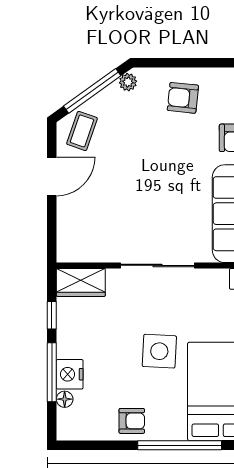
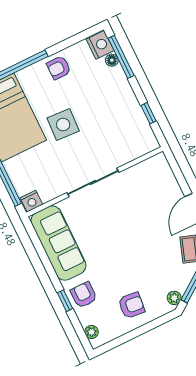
wardrobe: (81, 282) -> (140, 145), removed
window: (52, 372) -> (121, 57), moved
nightstand: (70, 374) -> (100, 45), moved

